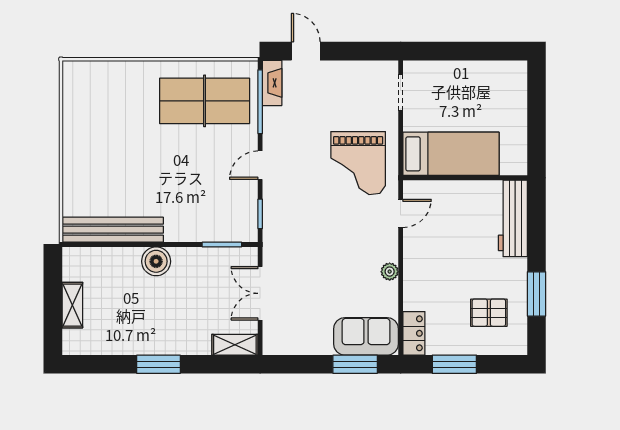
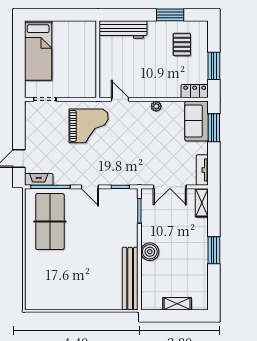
bed: (451, 154) -> (38, 50), moved, turned 180
tv unit: (287, 346) -> (202, 170), added

